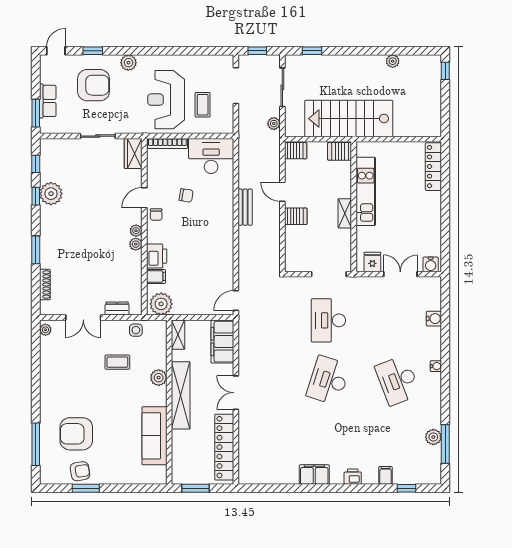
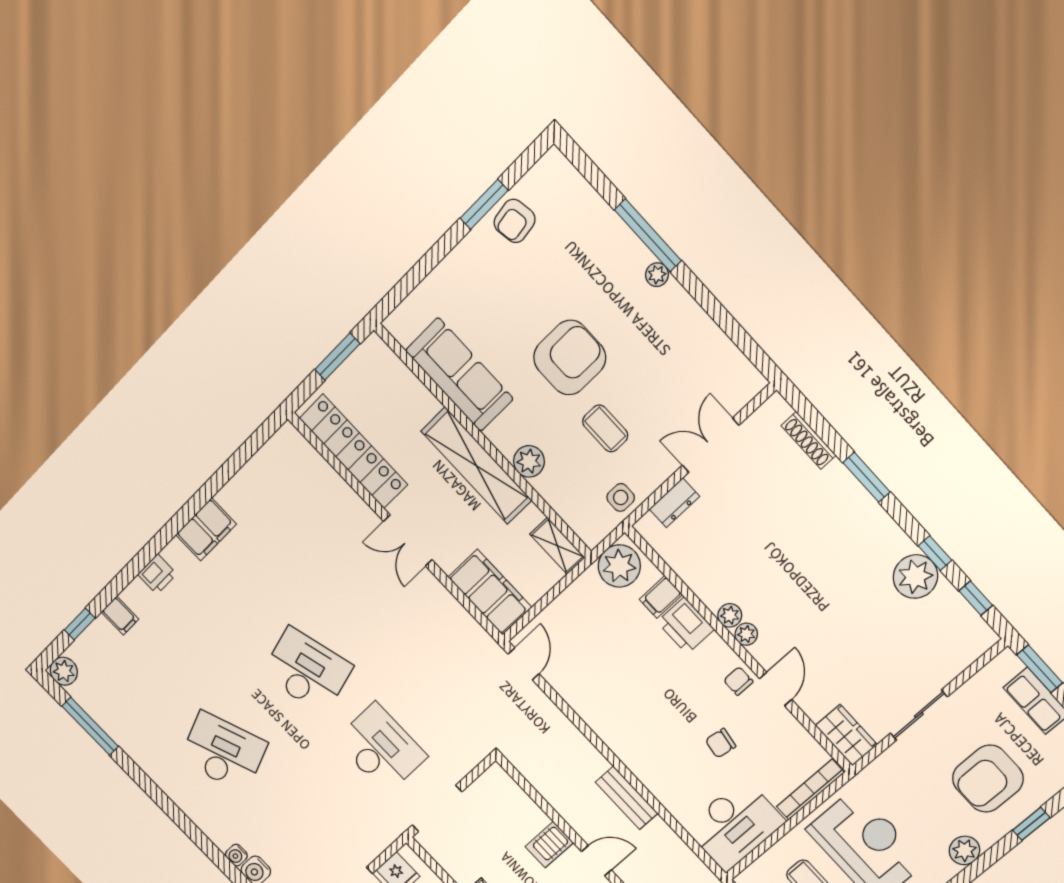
plant: (45, 330) -> (657, 275), moved
coffee table: (117, 362) -> (605, 428), turned 90
water cooler: (436, 366) -> (236, 855), moved
desk: (328, 380) -> (307, 671), turned -33
double door: (236, 393) -> (408, 540), swing flipped
armchair: (76, 434) -> (570, 358), moved
plant: (433, 437) -> (64, 671), moved
window: (36, 444) -> (648, 235), moved

